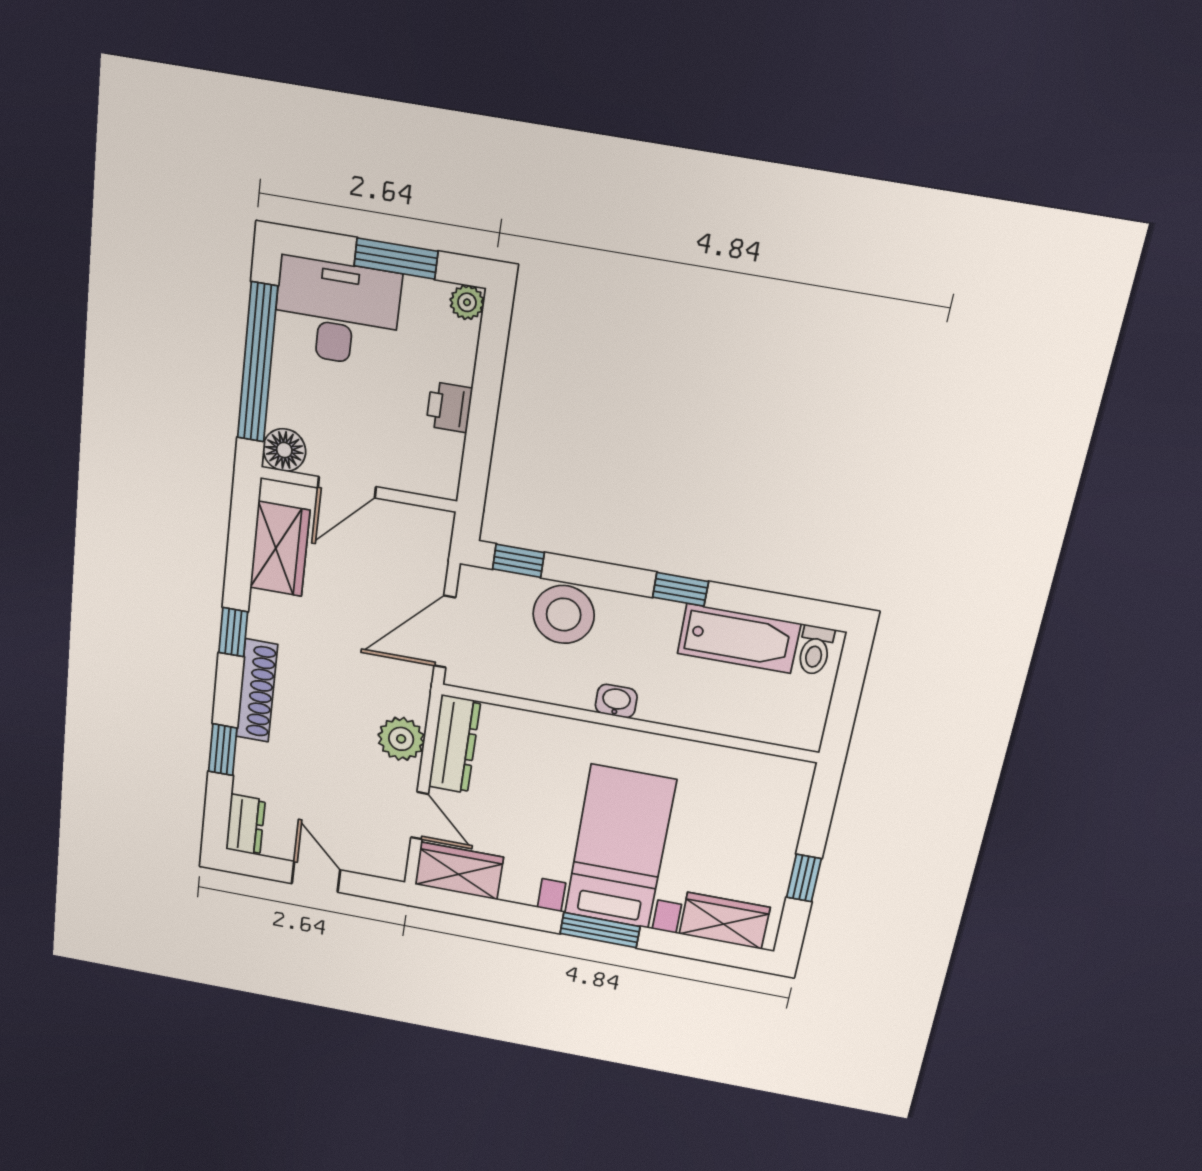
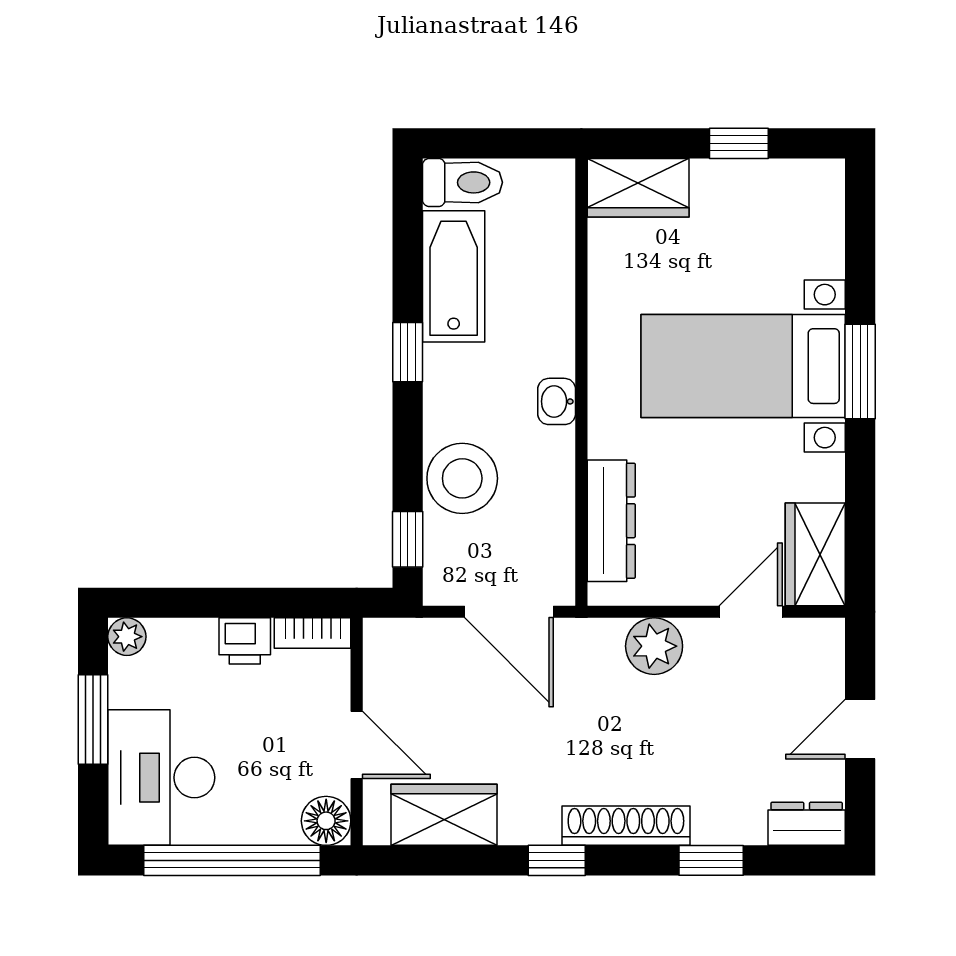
bookcase: (448, 467) -> (313, 633), added
toilet: (815, 650) -> (462, 182), width x1.37, depth x1.39
dresser: (454, 744) -> (611, 521), moved, turned 90
wardrobe: (724, 921) -> (638, 188), moved, turned -90

